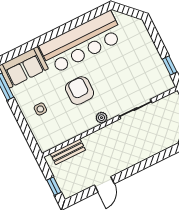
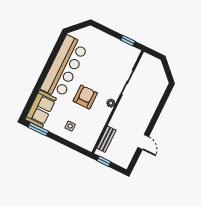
armchair: (80, 91) -> (85, 97), turned 90
window: (54, 186) -> (104, 161), moved

